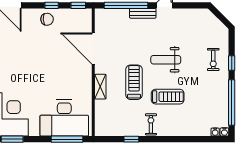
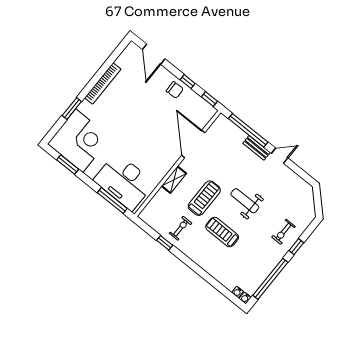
treadmill: (168, 97) -> (222, 232), turned 180
exercise bike: (151, 124) -> (180, 228), moved

